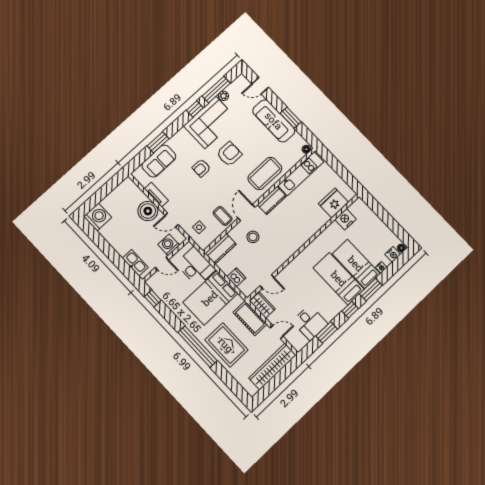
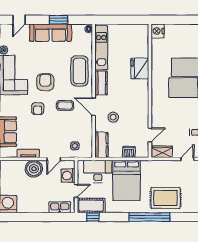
fridge: (333, 203) -> (140, 68), moved
coffee table: (223, 216) -> (65, 105), moved
nightstand: (345, 219) -> (158, 31), moved
cot: (250, 318) -> (91, 206), moved

